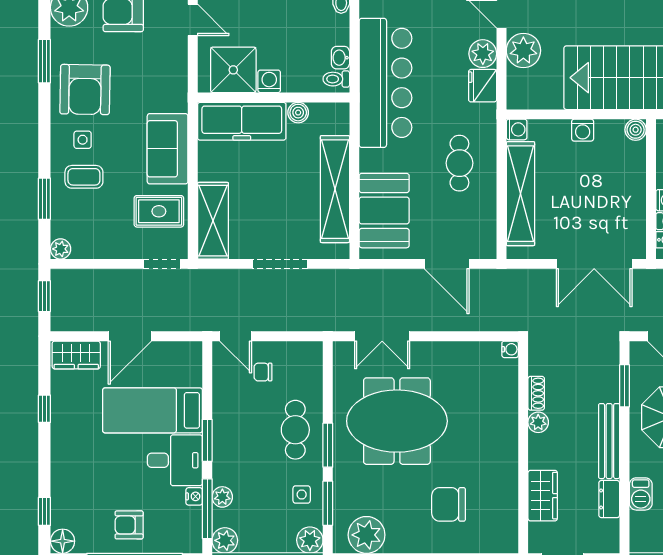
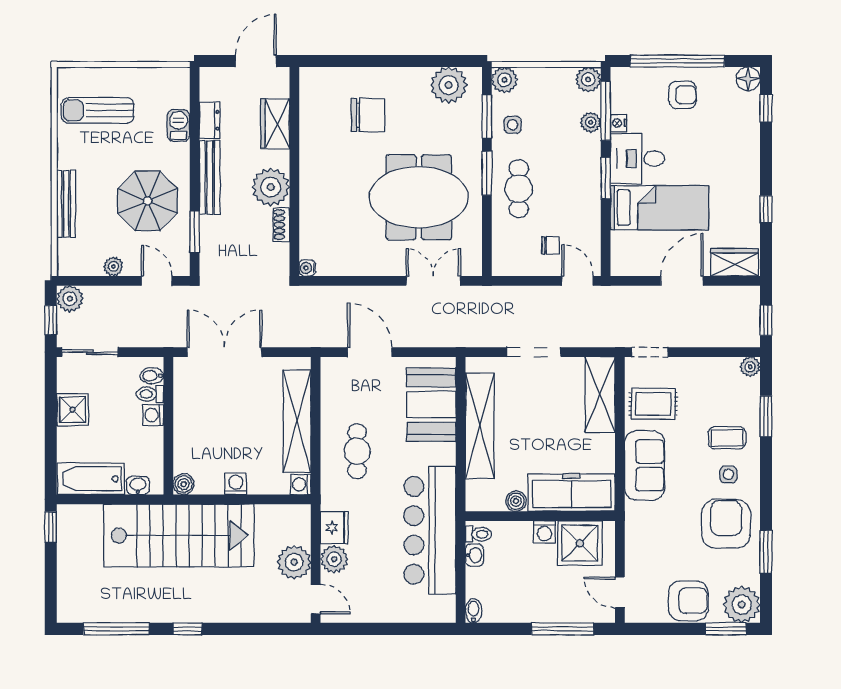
plant: (538, 422) -> (271, 187), width x1.87, depth x1.87

